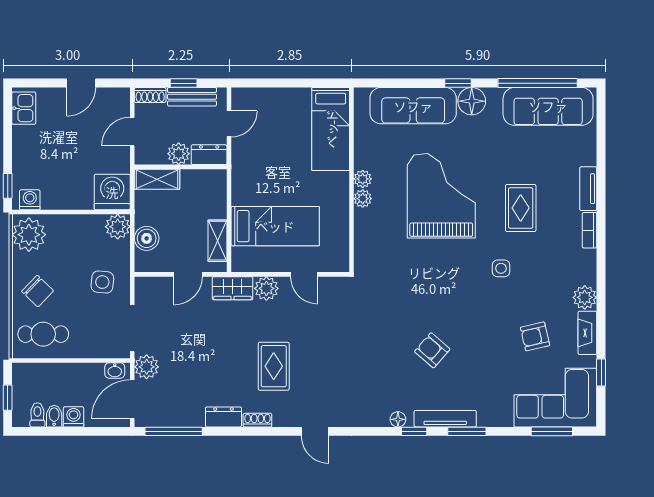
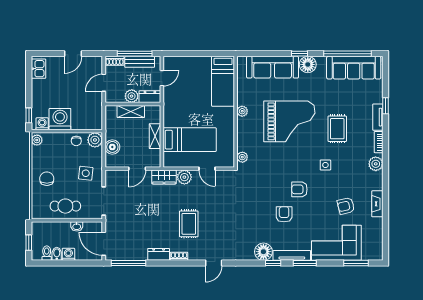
window: (184, 83) -> (135, 54), width x2.17
shelving: (157, 179) -> (131, 111), moved
washing machine: (112, 192) -> (60, 119), moved
grand piano: (441, 196) -> (289, 121), turned 90
plant: (363, 199) -> (242, 157), moved
chair: (87, 228) -> (76, 141), added
plant: (29, 235) -> (37, 140), width x0.53, depth x0.53
shelving: (217, 241) -> (155, 136), moved
chair: (38, 291) -> (47, 179), turned -134
plant: (585, 297) -> (376, 164), moved
armchair: (458, 309) -> (299, 189), added
cafe table: (43, 334) -> (65, 206), moved
armchair: (432, 350) -> (284, 214), turned 49
plant: (147, 367) -> (112, 224), removed
washbasin: (115, 370) -> (77, 226), moved
window: (601, 372) -> (386, 106), moved
corner sofa: (555, 398) -> (336, 243), moved
door: (132, 399) -> (104, 244), hinge flipped
floor lamp: (398, 419) -> (263, 252), width x1.89, depth x1.89
door: (315, 431) -> (214, 263), hinge flipped

